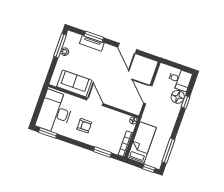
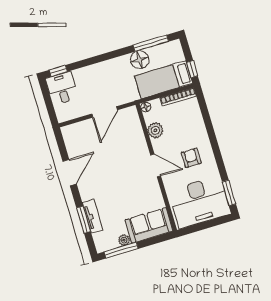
sofa: (74, 83) -> (149, 225), moved, turned 90
floor lamp: (178, 97) -> (140, 60), moved
door: (95, 102) -> (156, 165), swing flipped
window: (186, 102) -> (58, 71), moved
plant: (116, 116) -> (155, 130), added
window: (102, 152) -> (206, 116), removed
window: (149, 168) -> (192, 69), moved

